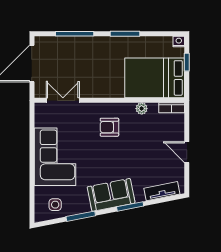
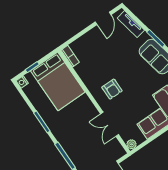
double door: (63, 100) -> (110, 124), moved
plant: (142, 109) -> (132, 144), moved
door: (187, 152) -> (103, 18), moved

